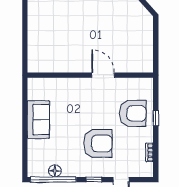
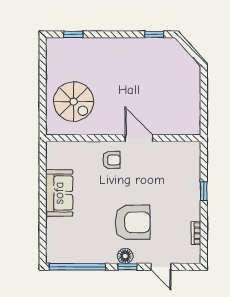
spiral stairs: (50, 45) -> (74, 102), added
armchair: (133, 113) -> (111, 160), moved, width x0.53, depth x0.53
floor lamp: (55, 171) -> (125, 256), moved

